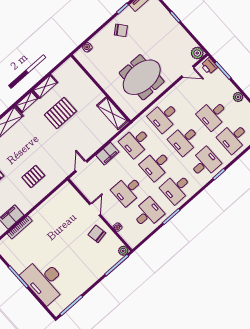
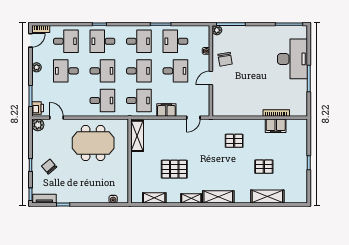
chair: (121, 30) -> (49, 167), moved
shelving: (45, 86) -> (154, 198), moved
desk: (213, 115) -> (66, 71), turned 180

